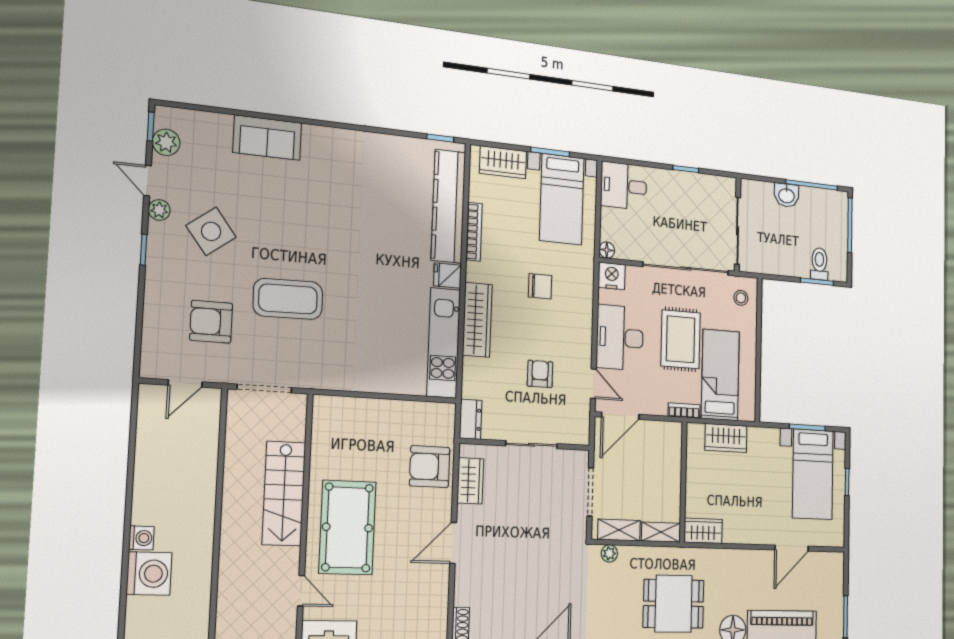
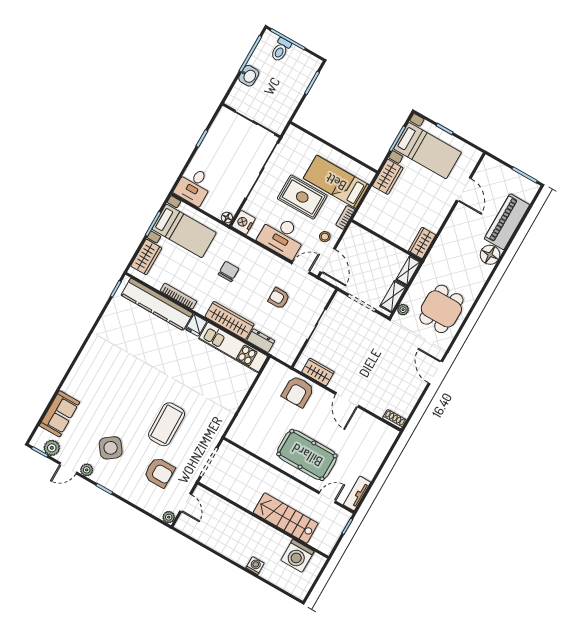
sofa: (267, 138) -> (59, 414), moved
toilet: (819, 264) -> (281, 50), moved, turned -90
stool: (741, 298) -> (325, 237), moved
armchair: (211, 322) -> (159, 472), turned -90
plant: (150, 368) -> (169, 517), added
dresser: (471, 419) -> (261, 341), moved
wardrobe: (726, 438) -> (388, 177), moved
stairs: (284, 493) -> (286, 518), moved, turned 180
washing machine: (149, 574) -> (297, 556), moved, turned 180
dining table: (674, 604) -> (441, 309), moved

